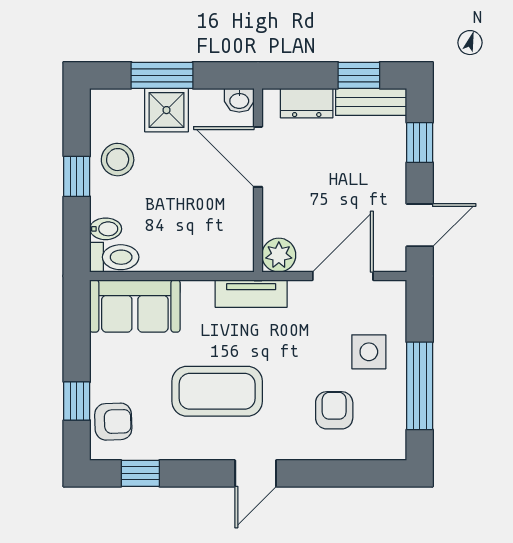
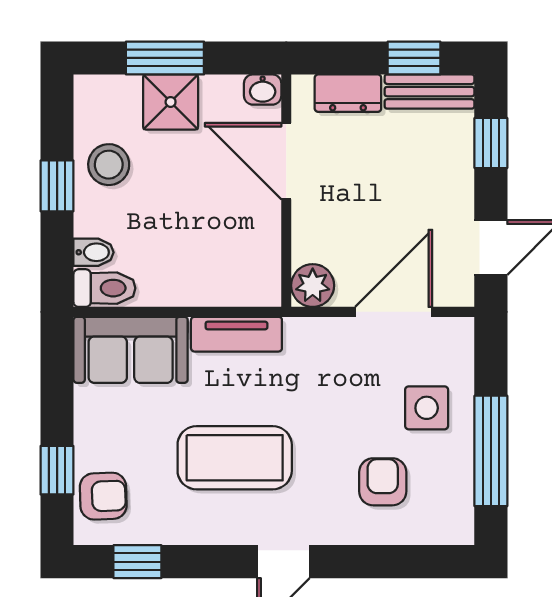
tv unit: (251, 294) -> (236, 334), moved

